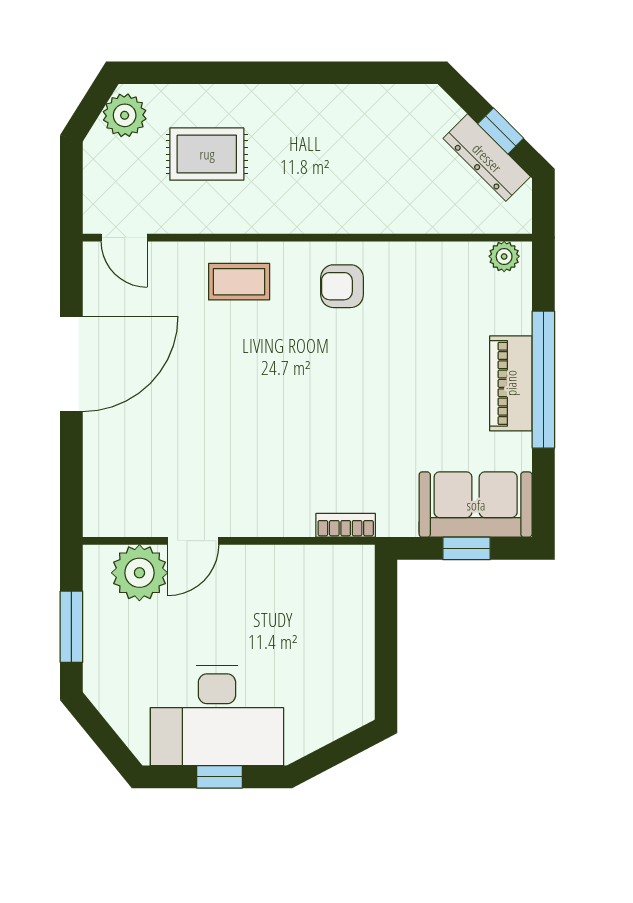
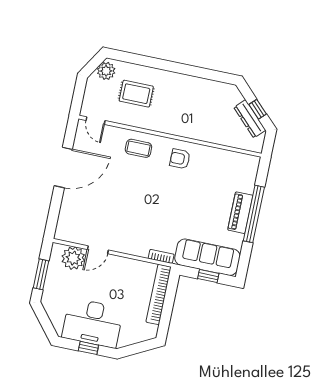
plant: (504, 256) -> (248, 161), removed
sofa: (476, 505) -> (207, 257), width x1.36
bookcase: (359, 616) -> (159, 294), added

